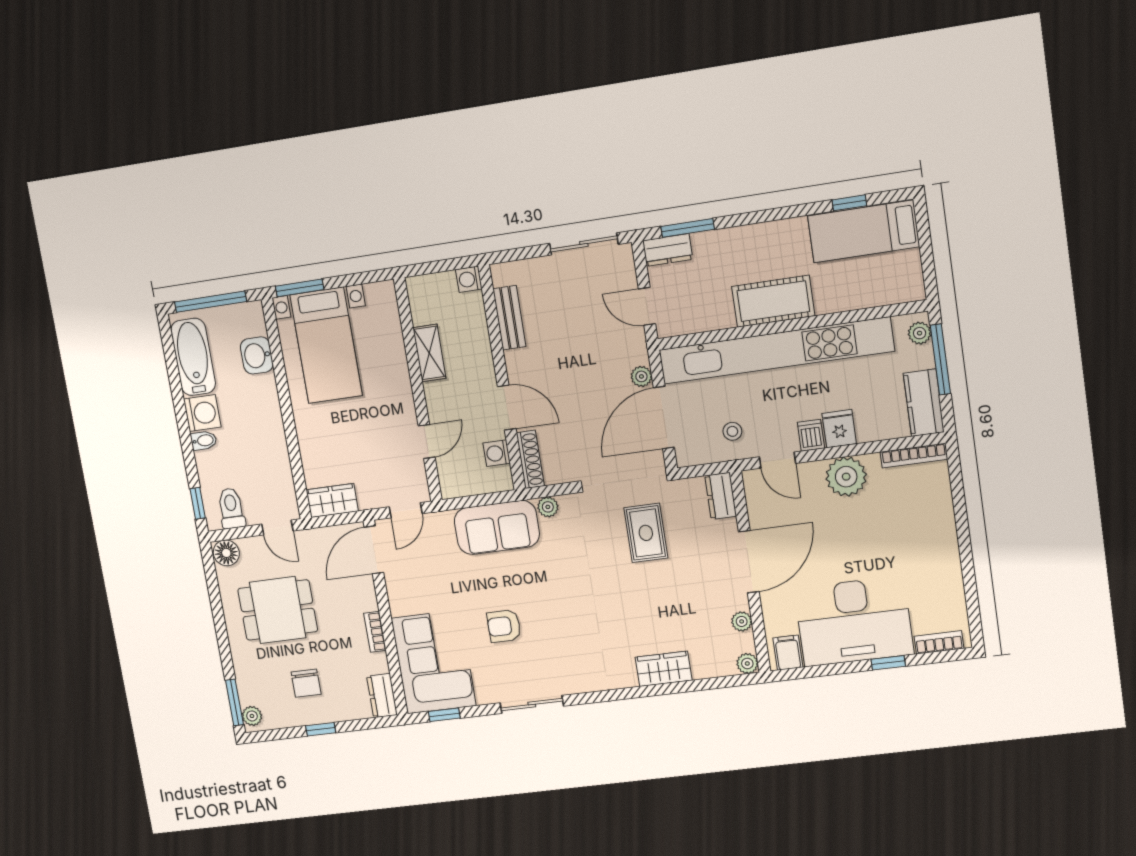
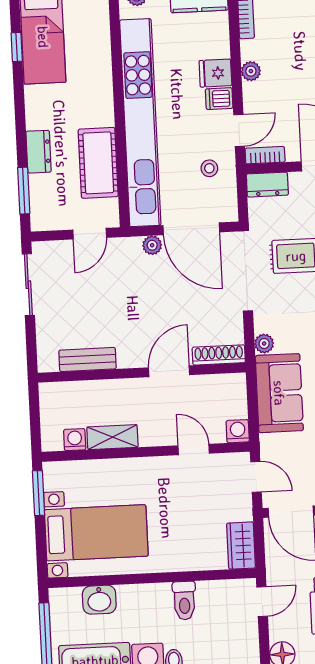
dresser: (668, 250) -> (39, 152), moved
washing machine: (469, 279) -> (75, 440), moved, turned 180
window: (300, 288) -> (38, 493), moved
cot: (773, 301) -> (98, 163), moved
washing machine: (497, 453) -> (238, 431), moved, turned 180
plant: (846, 477) -> (251, 71), width x0.53, depth x0.53
bookcase: (753, 491) -> (265, 155), added
toilet: (231, 508) -> (184, 600), moved, turned -90

